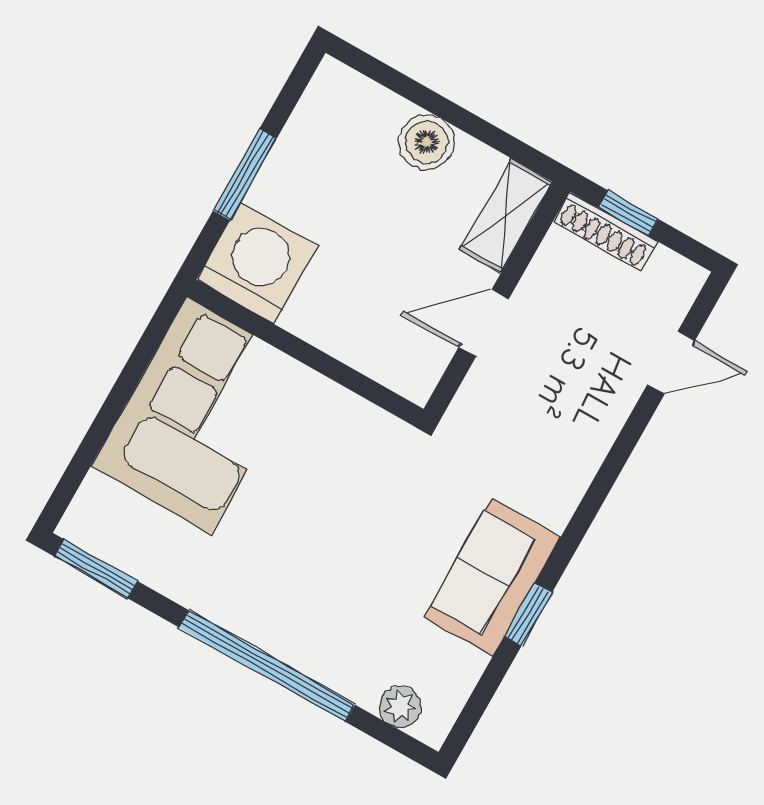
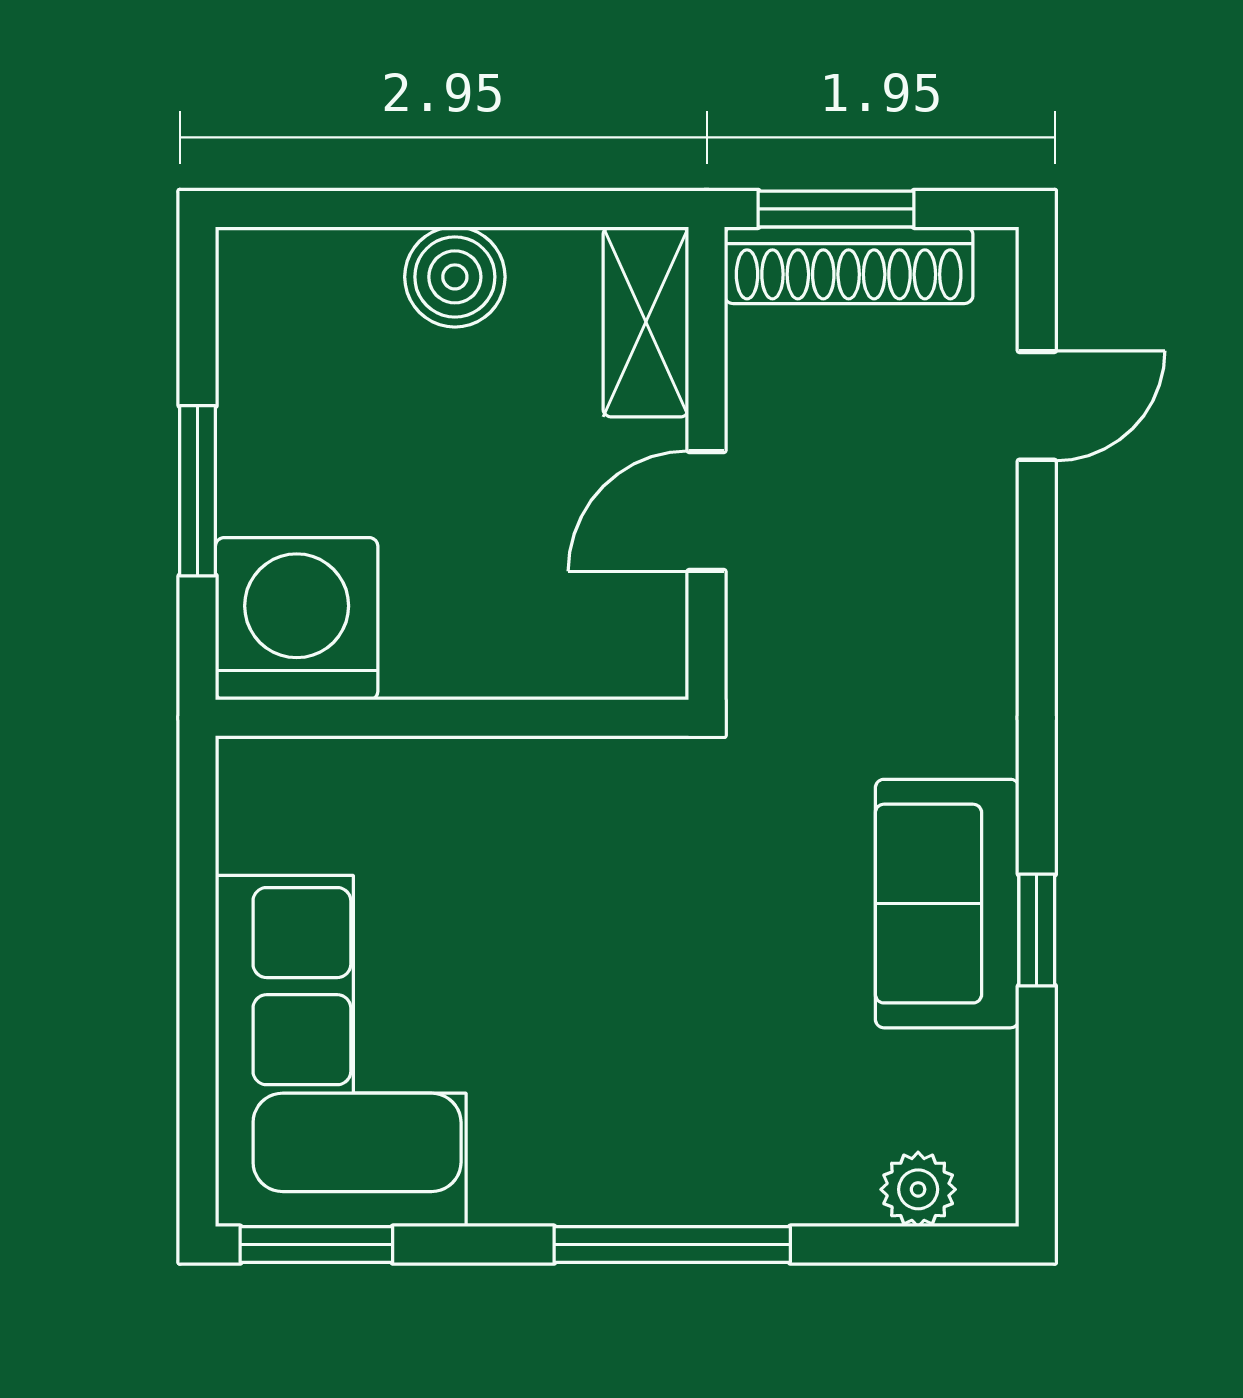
window: (628, 213) -> (836, 209), width x1.50
shoe rack: (605, 231) -> (849, 265), width x1.36, depth x1.24
corner sofa: (199, 416) -> (341, 1051), moved
window: (267, 666) -> (672, 1245), width x0.68

